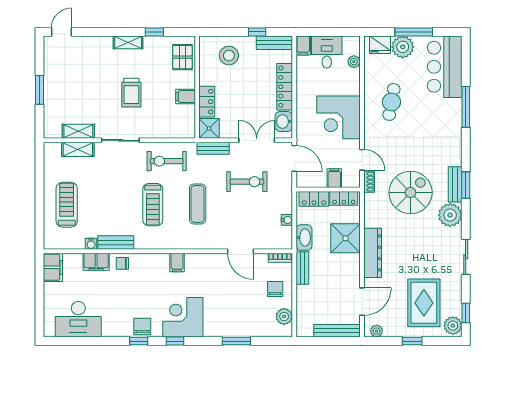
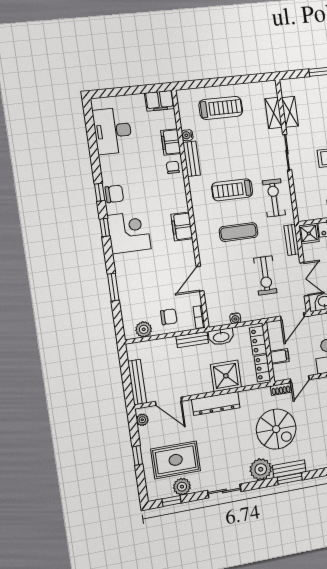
filing cabinet: (177, 263) -> (182, 227), width x2.00
plant: (453, 326) -> (182, 487), moved

